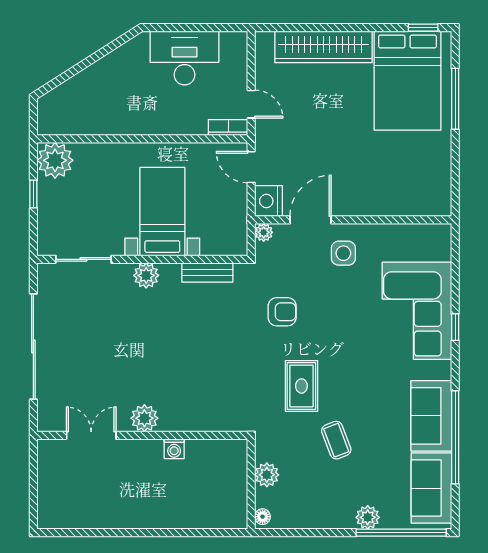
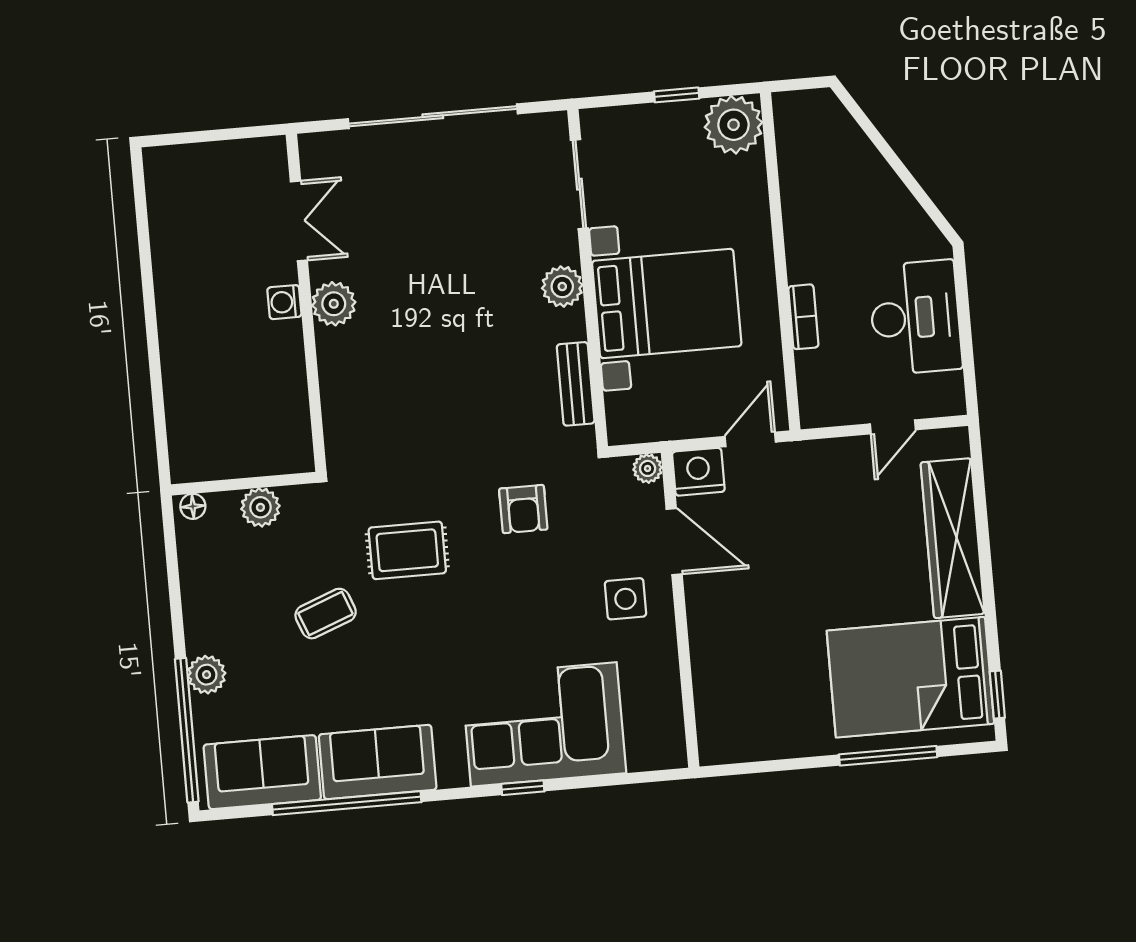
door: (251, 104) -> (893, 427), moved
bookcase: (228, 127) -> (803, 317), moved
bed with nightstands: (162, 212) -> (667, 304), width x1.36
washing machine: (174, 449) -> (284, 302), moved

